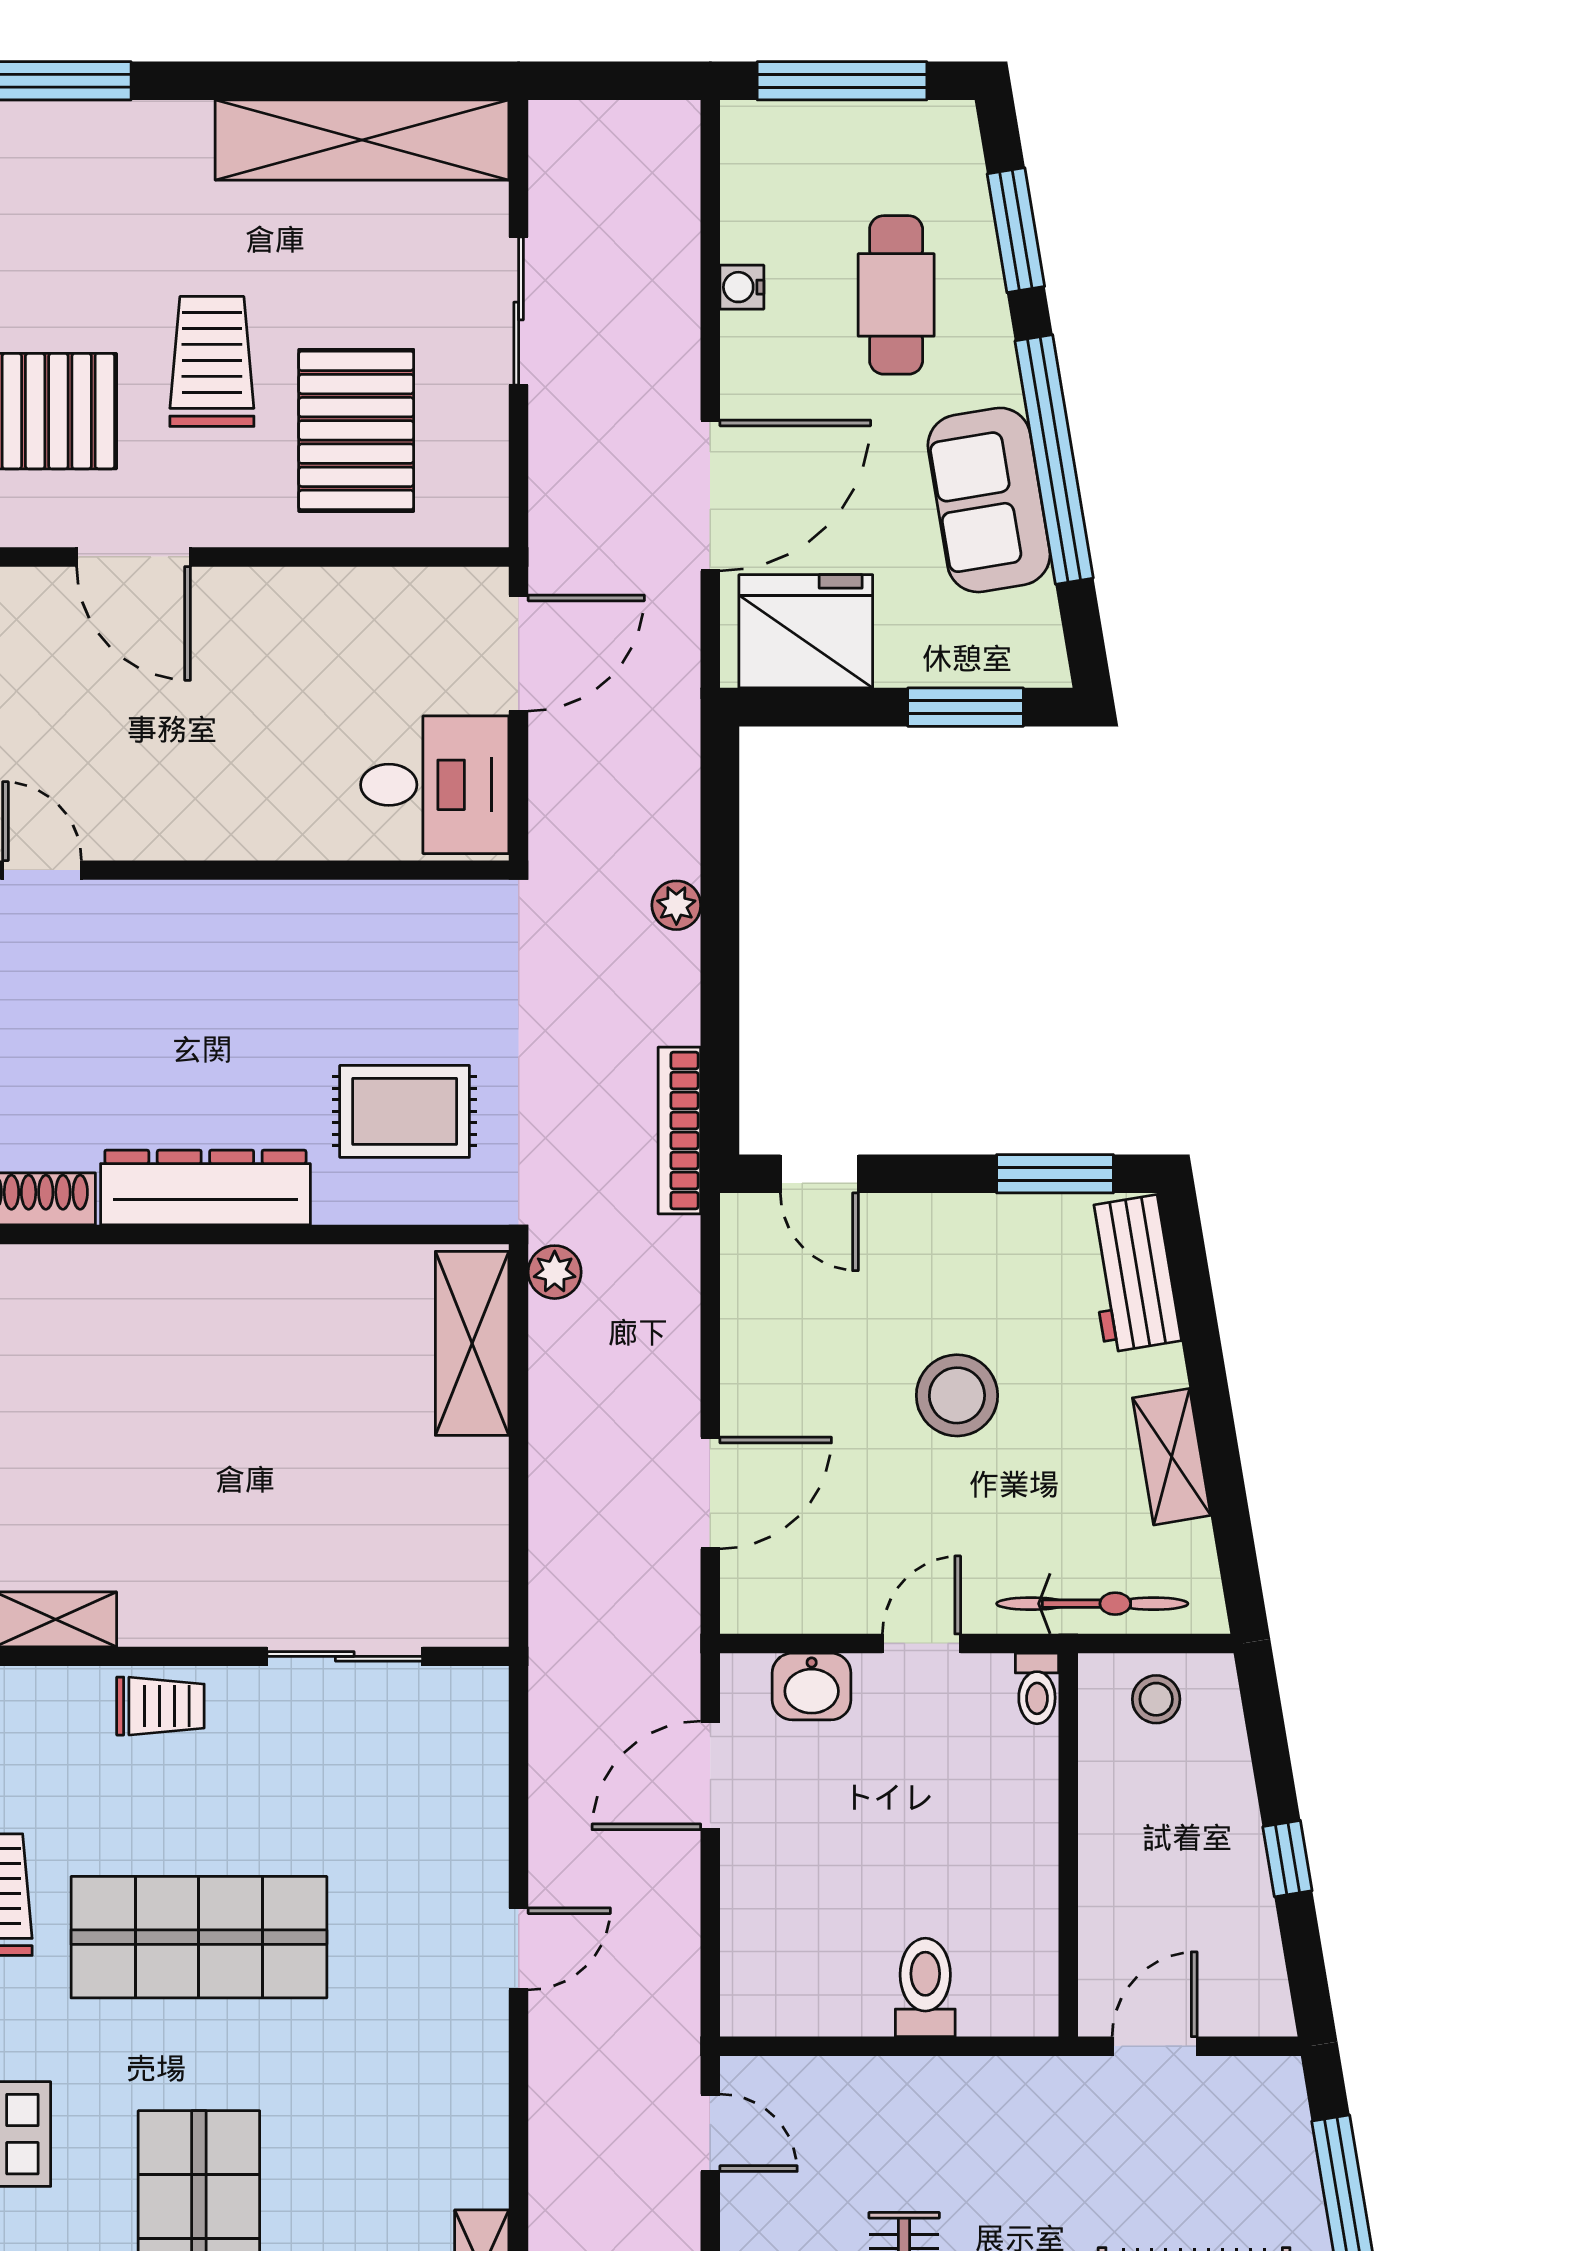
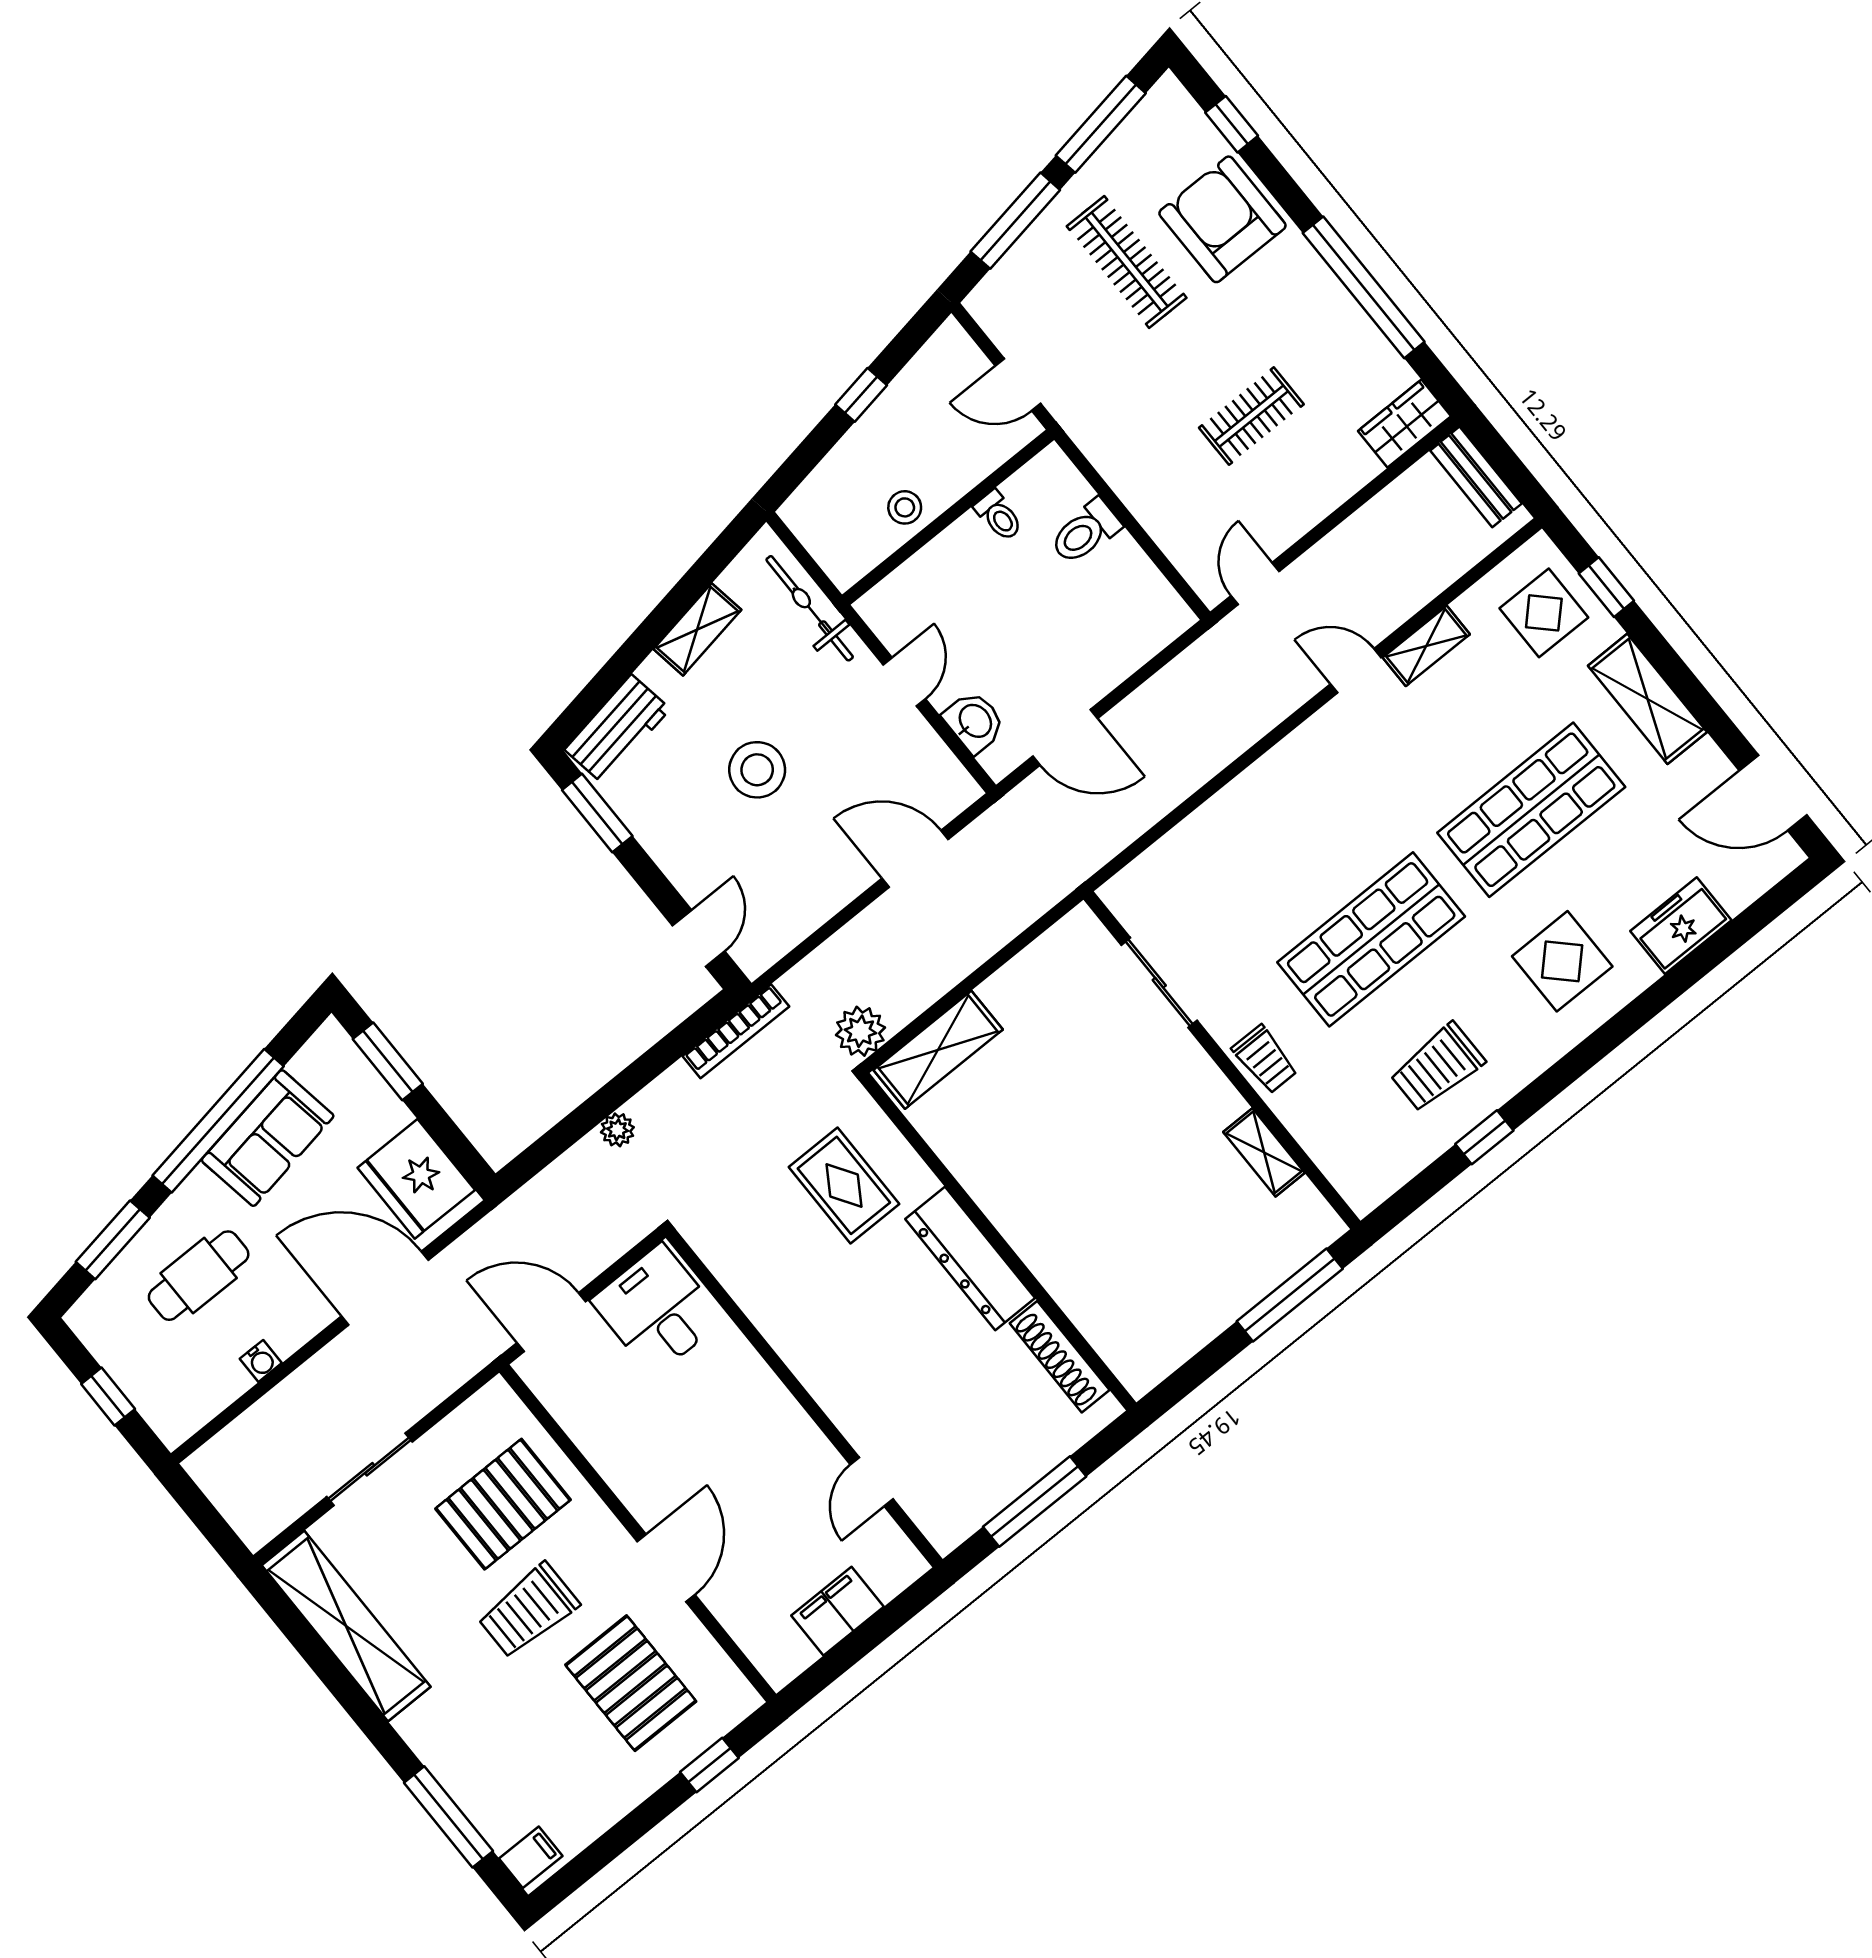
window: (842, 81) -> (108, 1396), width x0.46
plant: (555, 1272) -> (860, 1031), width x1.38, depth x1.38
door: (922, 1644) -> (904, 682), swing flipped
toilet: (1037, 1688) -> (999, 516), moved, turned 90
stool: (1156, 1699) -> (905, 507), moved
trolley: (160, 1706) -> (1265, 1059), turned 180
shop shelf: (199, 1937) -> (1371, 939), turned 90
door: (519, 1949) -> (1356, 671), moved

